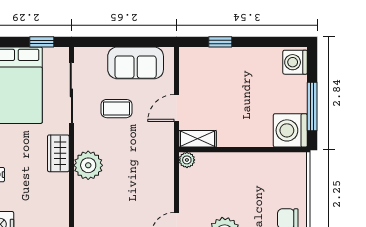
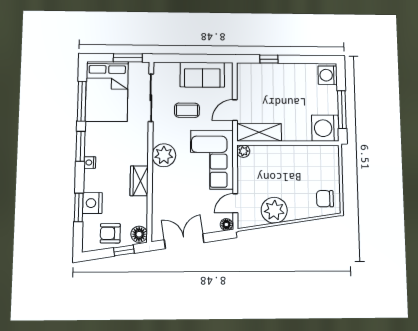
window: (42, 42) -> (128, 58), width x1.50
shelving: (198, 139) -> (259, 132), width x1.50, depth x1.33
wardrobe: (58, 153) -> (139, 181), moved
corner sofa: (148, 171) -> (212, 160), added

